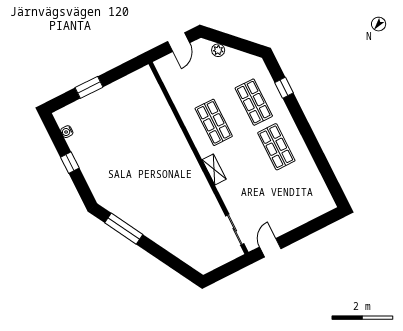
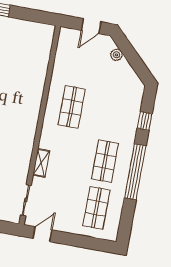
shop shelf: (254, 102) -> (96, 208), moved
window: (308, 136) -> (135, 172), added
shelving: (214, 169) -> (41, 163), moved

